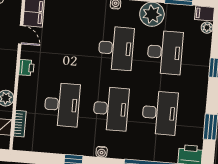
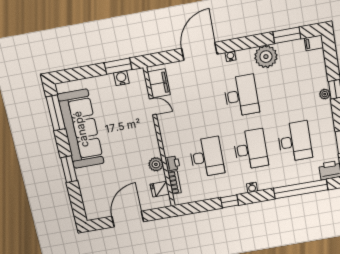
plant: (207, 28) -> (325, 94), moved
desk: (165, 52) -> (286, 88), removed
printer: (26, 68) -> (172, 163), moved

